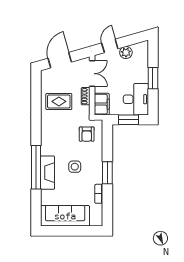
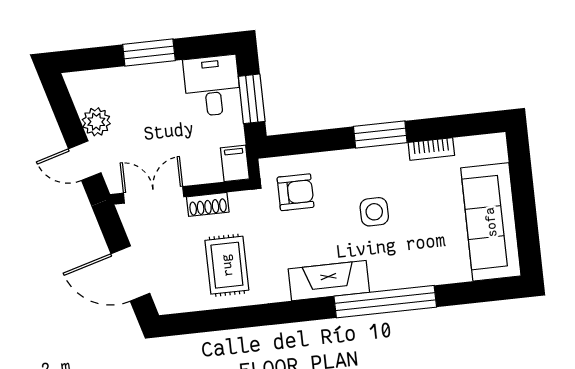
desk: (136, 99) -> (212, 86), width x0.73
filing cabinet: (102, 104) -> (235, 163), width x0.50
fireplace: (48, 173) -> (329, 281), moved

